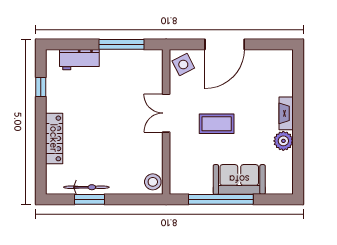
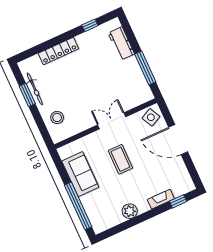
window: (298, 78) -> (178, 201), added
fireplace: (286, 113) -> (161, 199), moved
sofa: (239, 179) -> (80, 174), moved
stool: (153, 182) -> (57, 117), moved
window: (221, 199) -> (78, 206), moved

